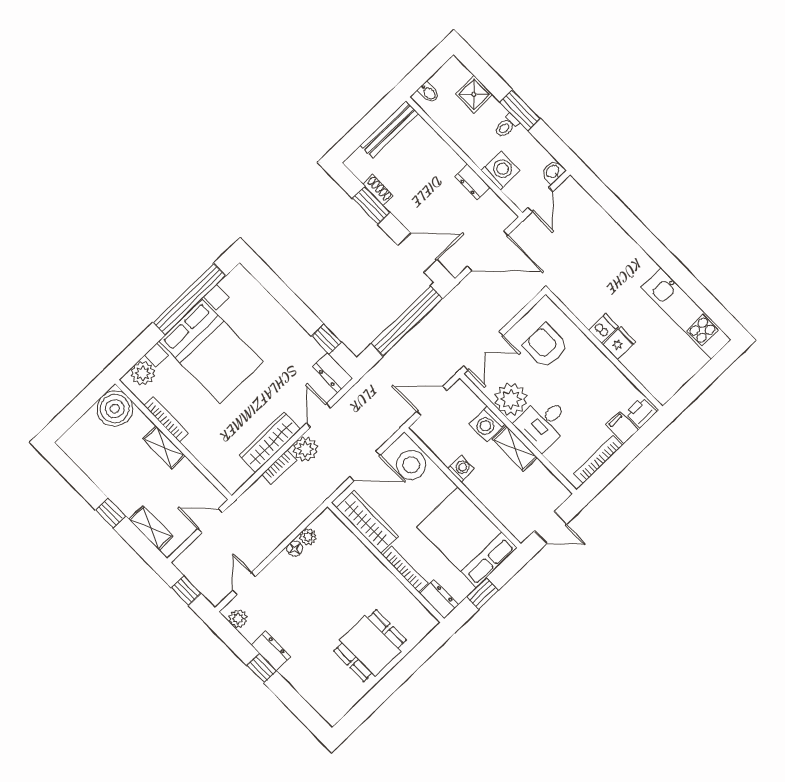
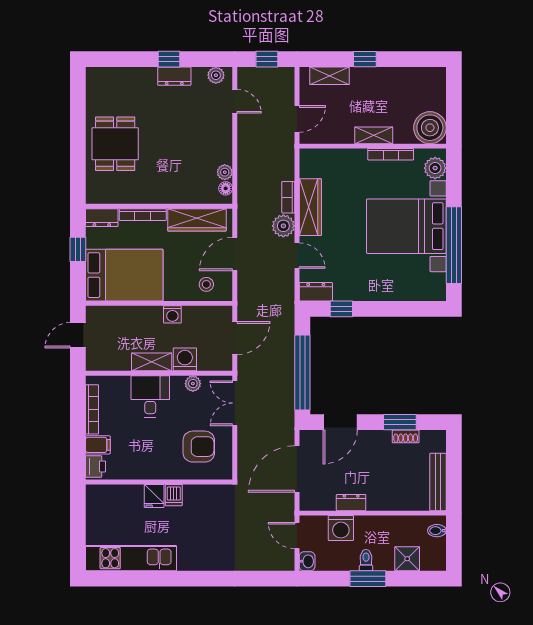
plant: (511, 399) -> (193, 384), width x0.53, depth x0.53
stool: (411, 465) -> (206, 284), width x0.53, depth x0.53
floor lamp: (295, 549) -> (226, 188), moved

